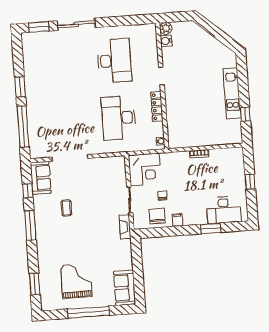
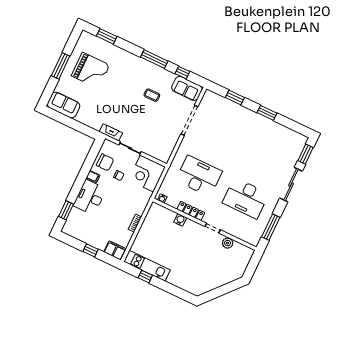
window: (128, 20) -> (271, 227), added
plant: (166, 28) -> (228, 243), moved
water cooler: (166, 41) -> (180, 220), moved
kitchen unit: (232, 93) -> (147, 266), moved
window: (23, 126) -> (235, 98), width x0.47
filing cabinet: (237, 158) -> (115, 250), added
desk: (224, 210) -> (90, 197), moved
window: (211, 228) -> (66, 210), moved
window: (89, 312) -> (61, 66), width x0.68

